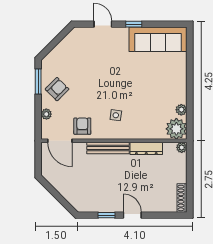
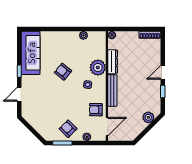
armchair: (133, 82) -> (63, 72), added
plant: (176, 129) -> (98, 68), moved
plant: (72, 196) -> (148, 117), added

